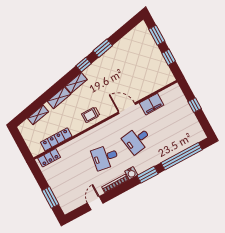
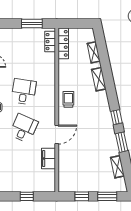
shelving: (76, 83) -> (117, 167), moved
locker: (56, 139) -> (63, 43), moved
desk: (137, 140) -> (24, 128), turned 33
window: (50, 197) -> (32, 23), moved

